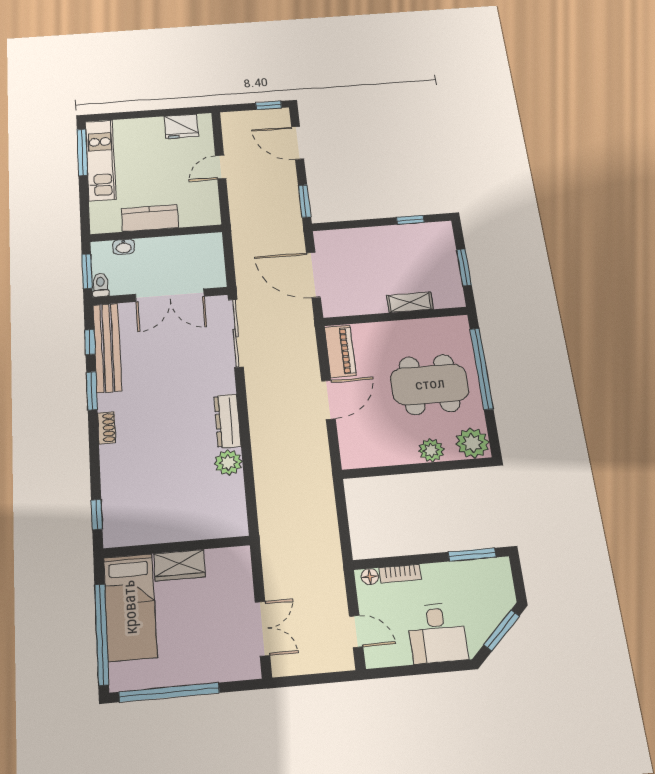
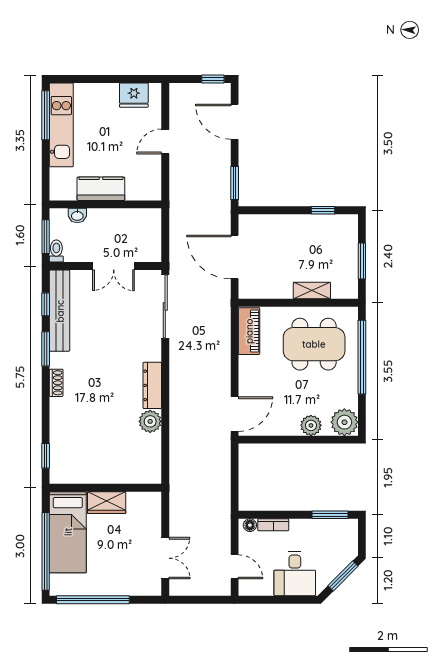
double door: (170, 295) -> (114, 266), width x0.73
dining table: (430, 384) -> (314, 344), moved
door: (328, 400) -> (235, 414), moved

